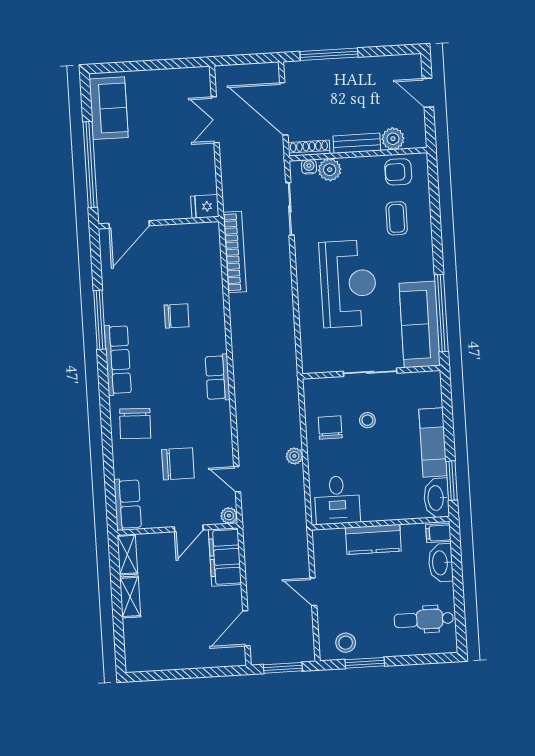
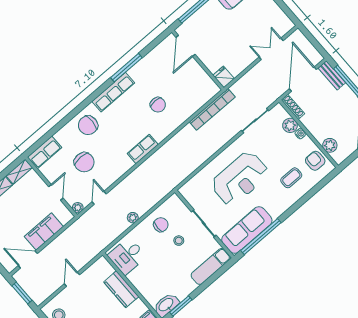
bench: (357, 143) -> (332, 75), moved
water cooler: (309, 167) -> (300, 133), moved
door: (129, 225) -> (186, 46), hinge flipped
exam couch: (433, 443) -> (211, 266), moved
door: (189, 528) -> (56, 192), swing flipped
filing cabinet: (225, 557) -> (44, 232), moved

